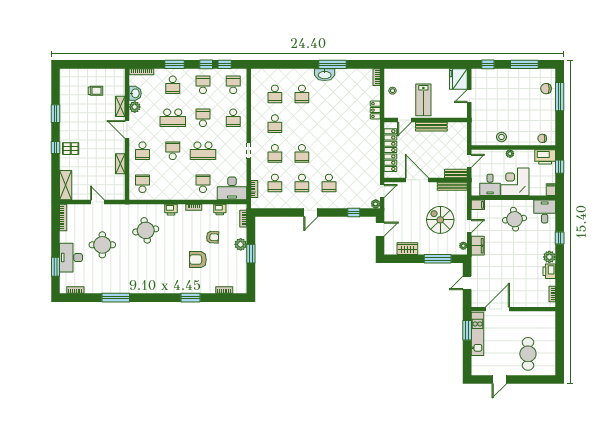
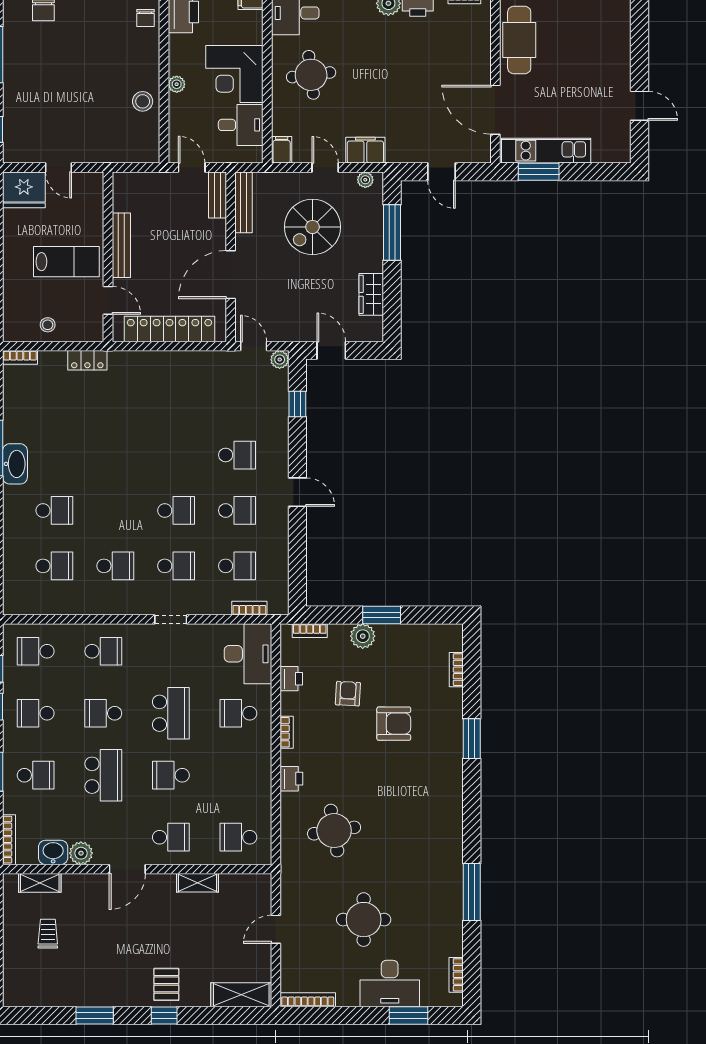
shelving: (120, 106) -> (40, 883), moved
armchair: (198, 260) -> (394, 724), turned -90
cafe table: (528, 354) -> (519, 40), moved, turned 90

